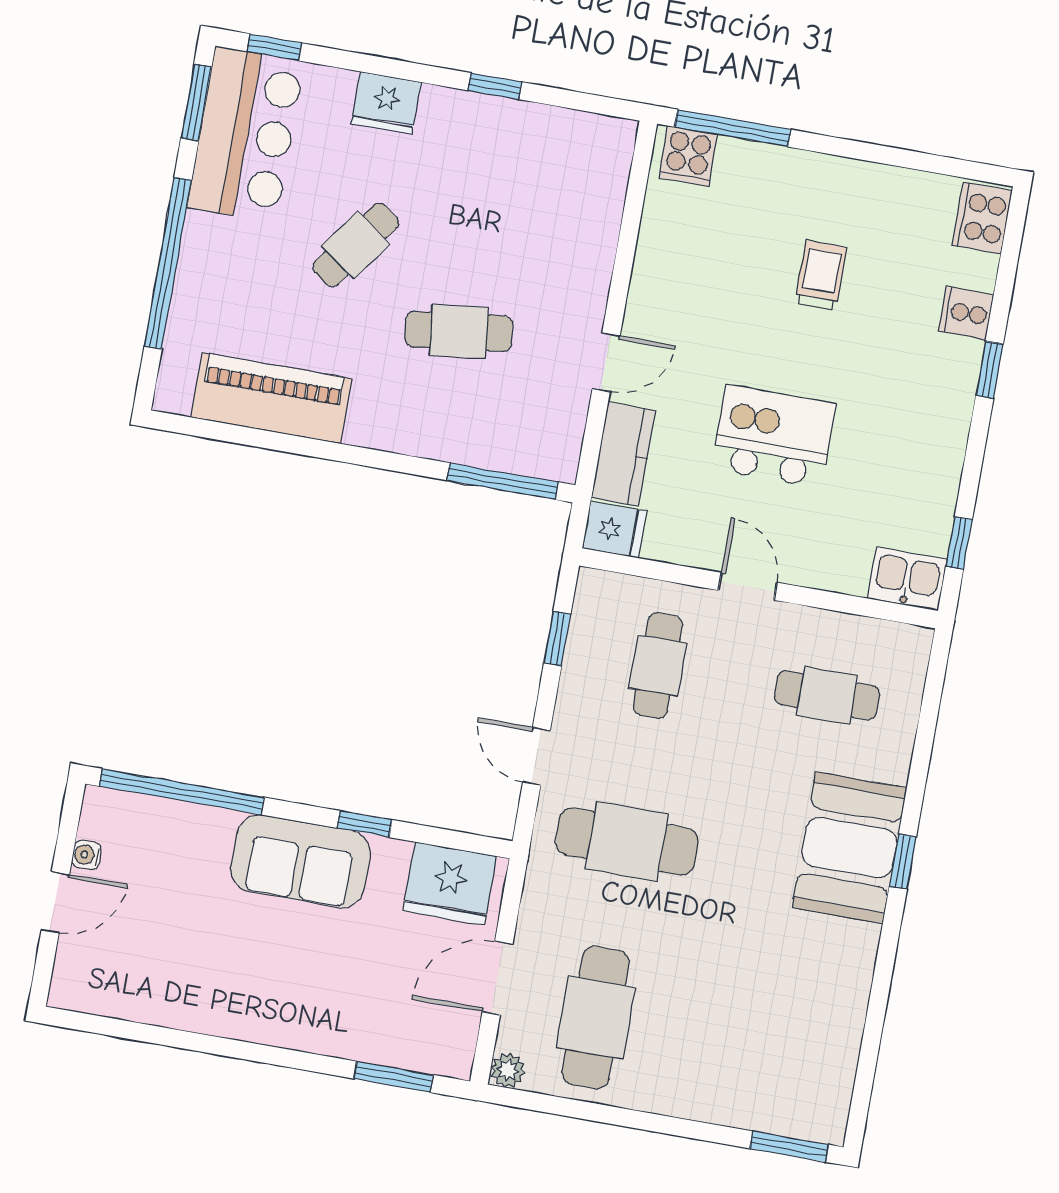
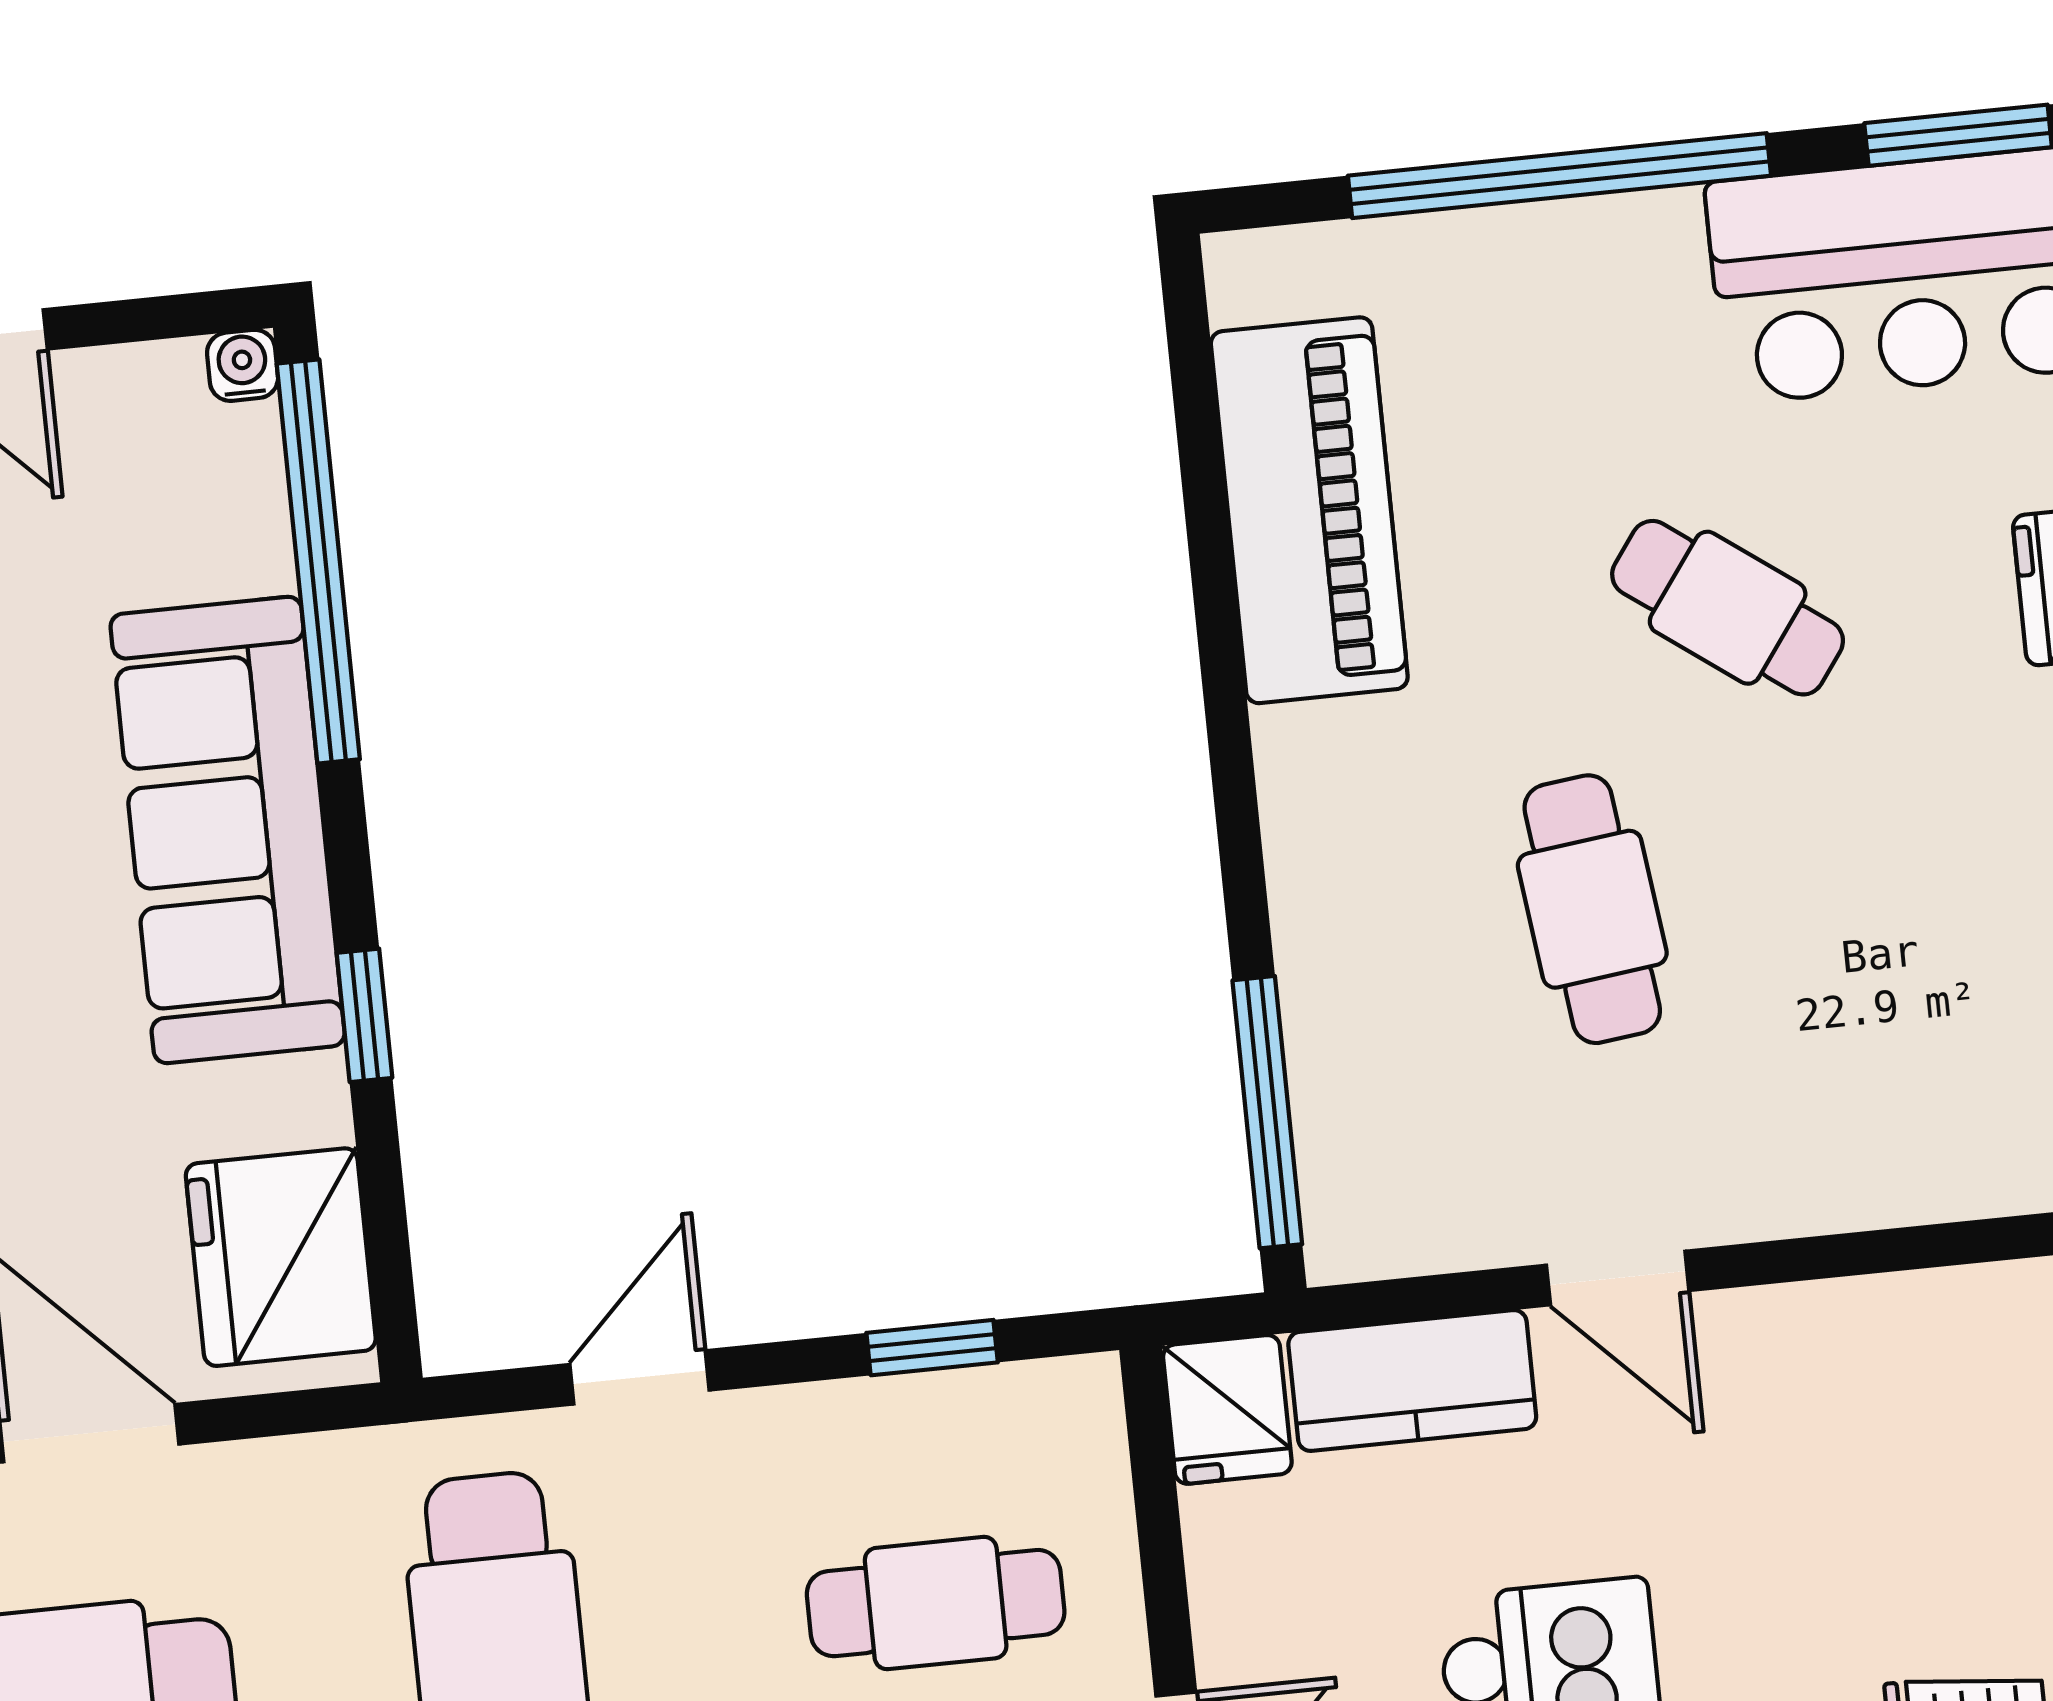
water cooler: (87, 855) -> (243, 365), moved
sofa: (301, 861) -> (228, 830), width x1.36

